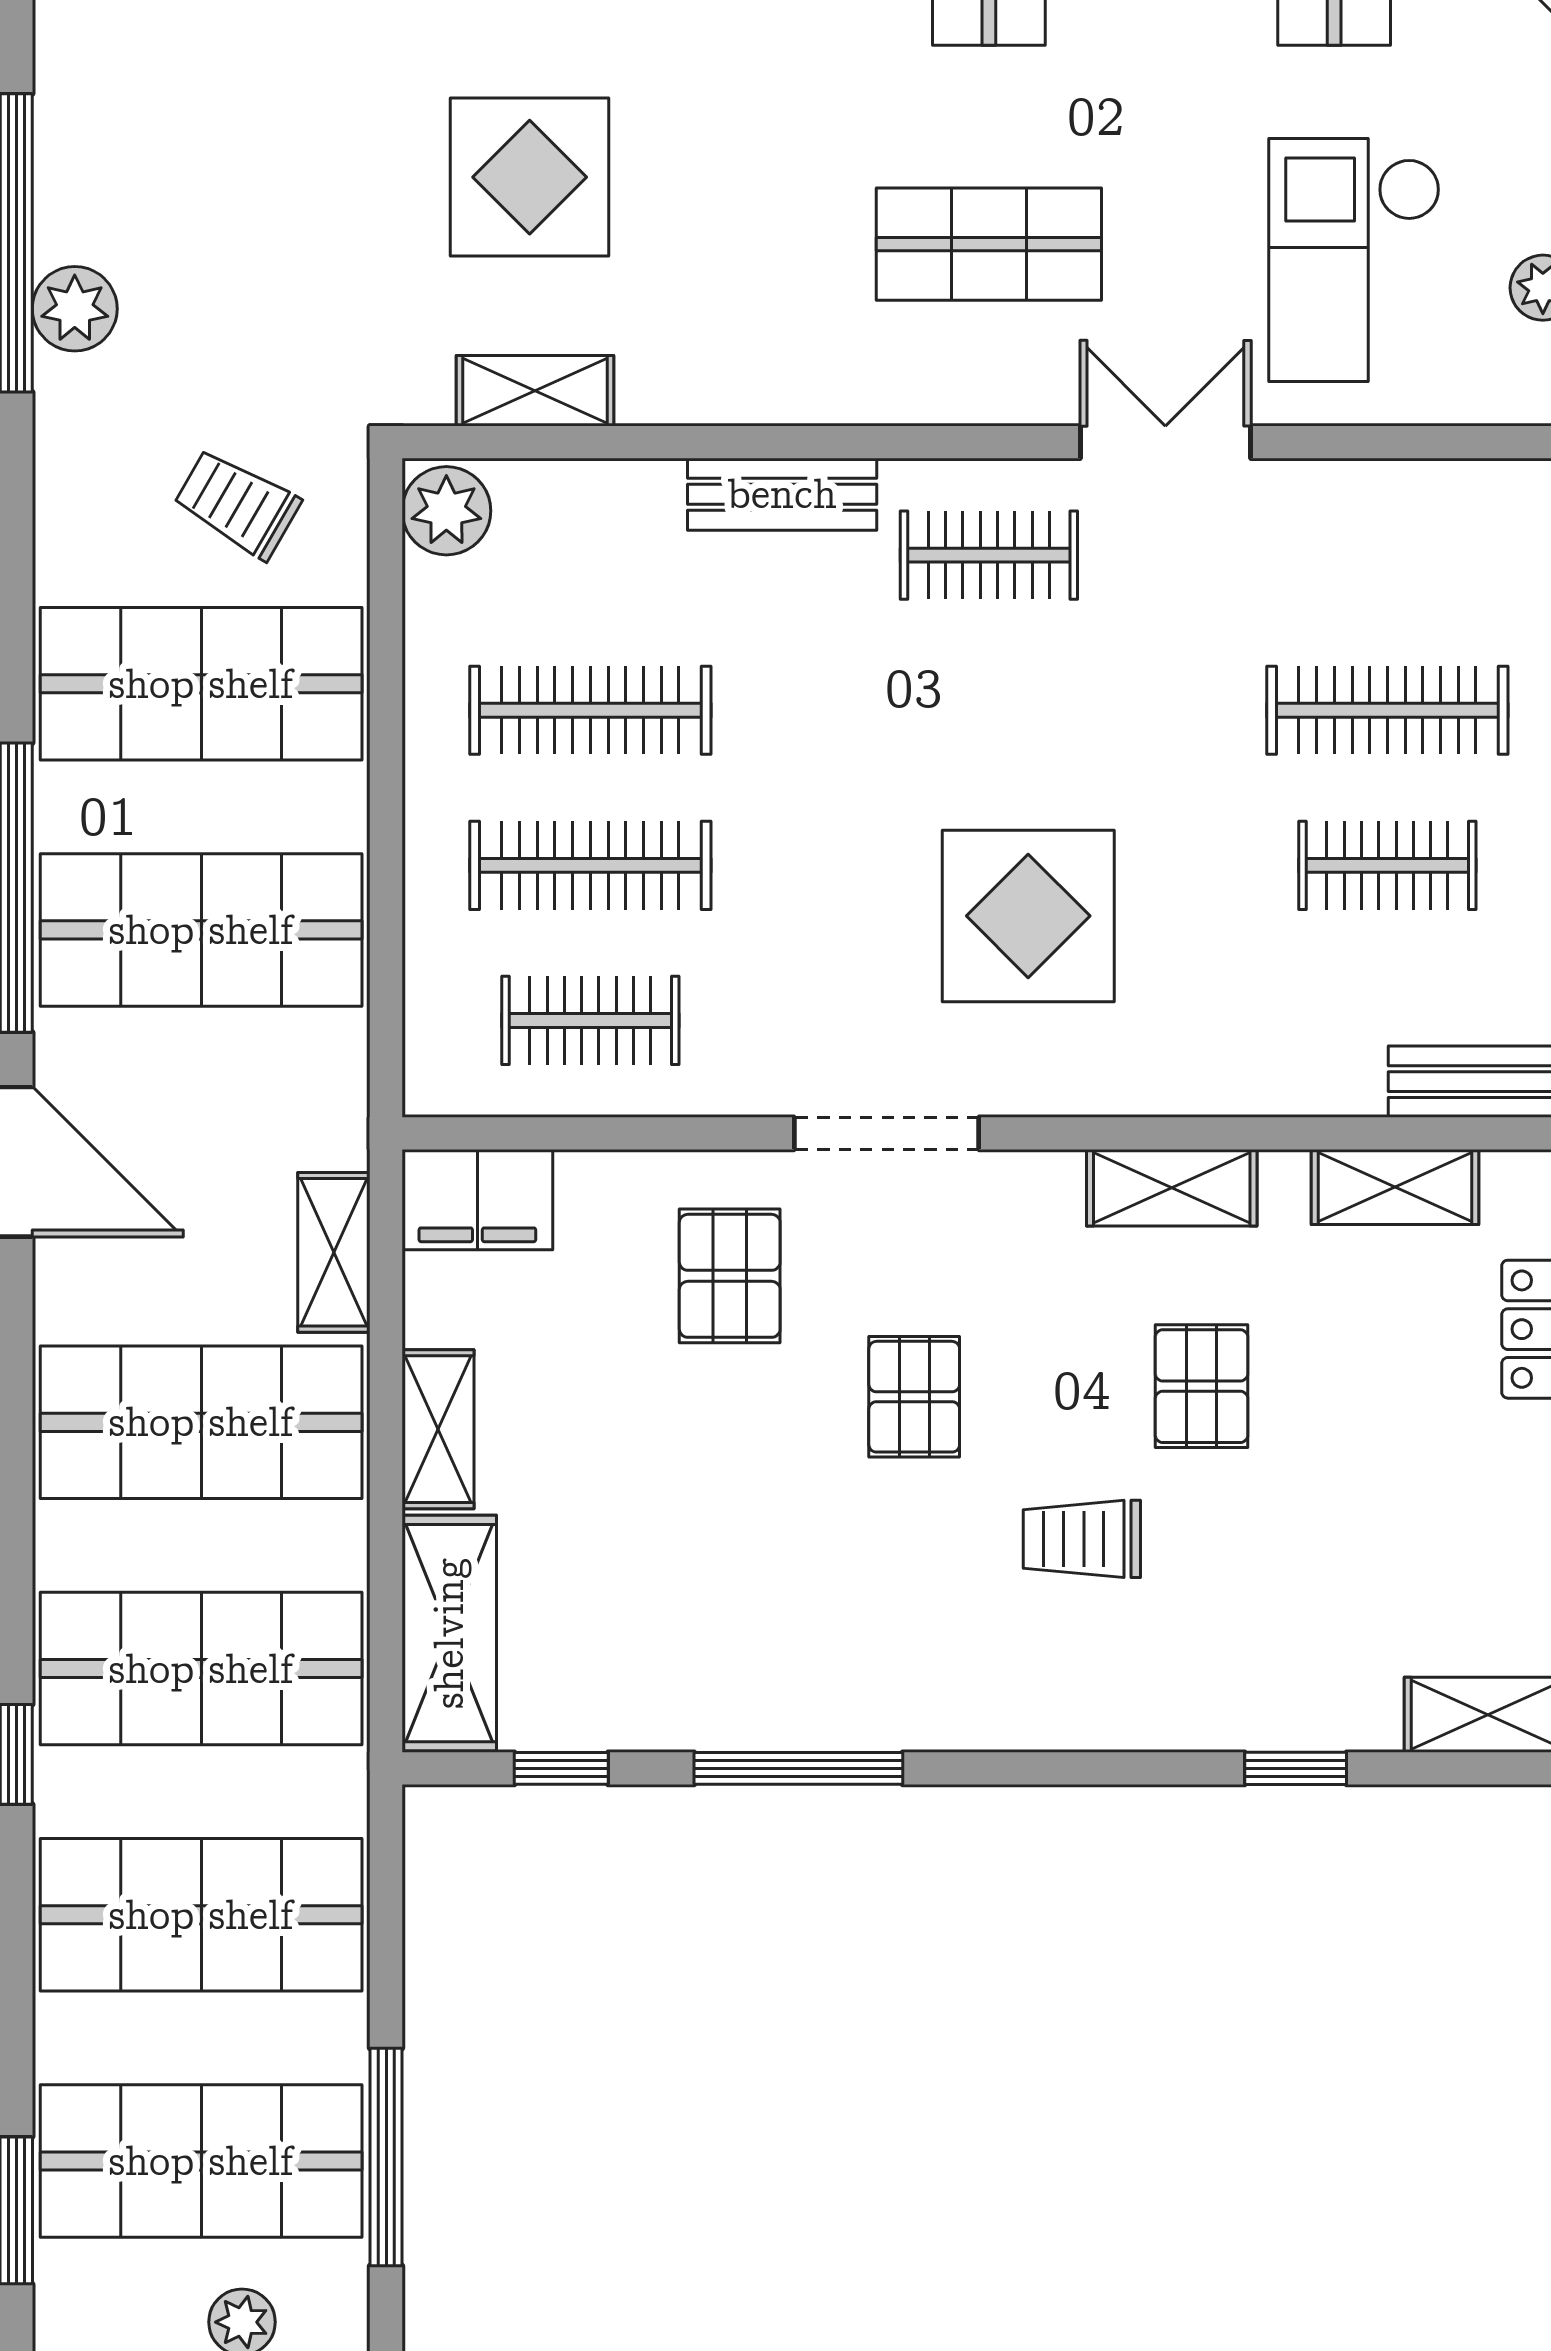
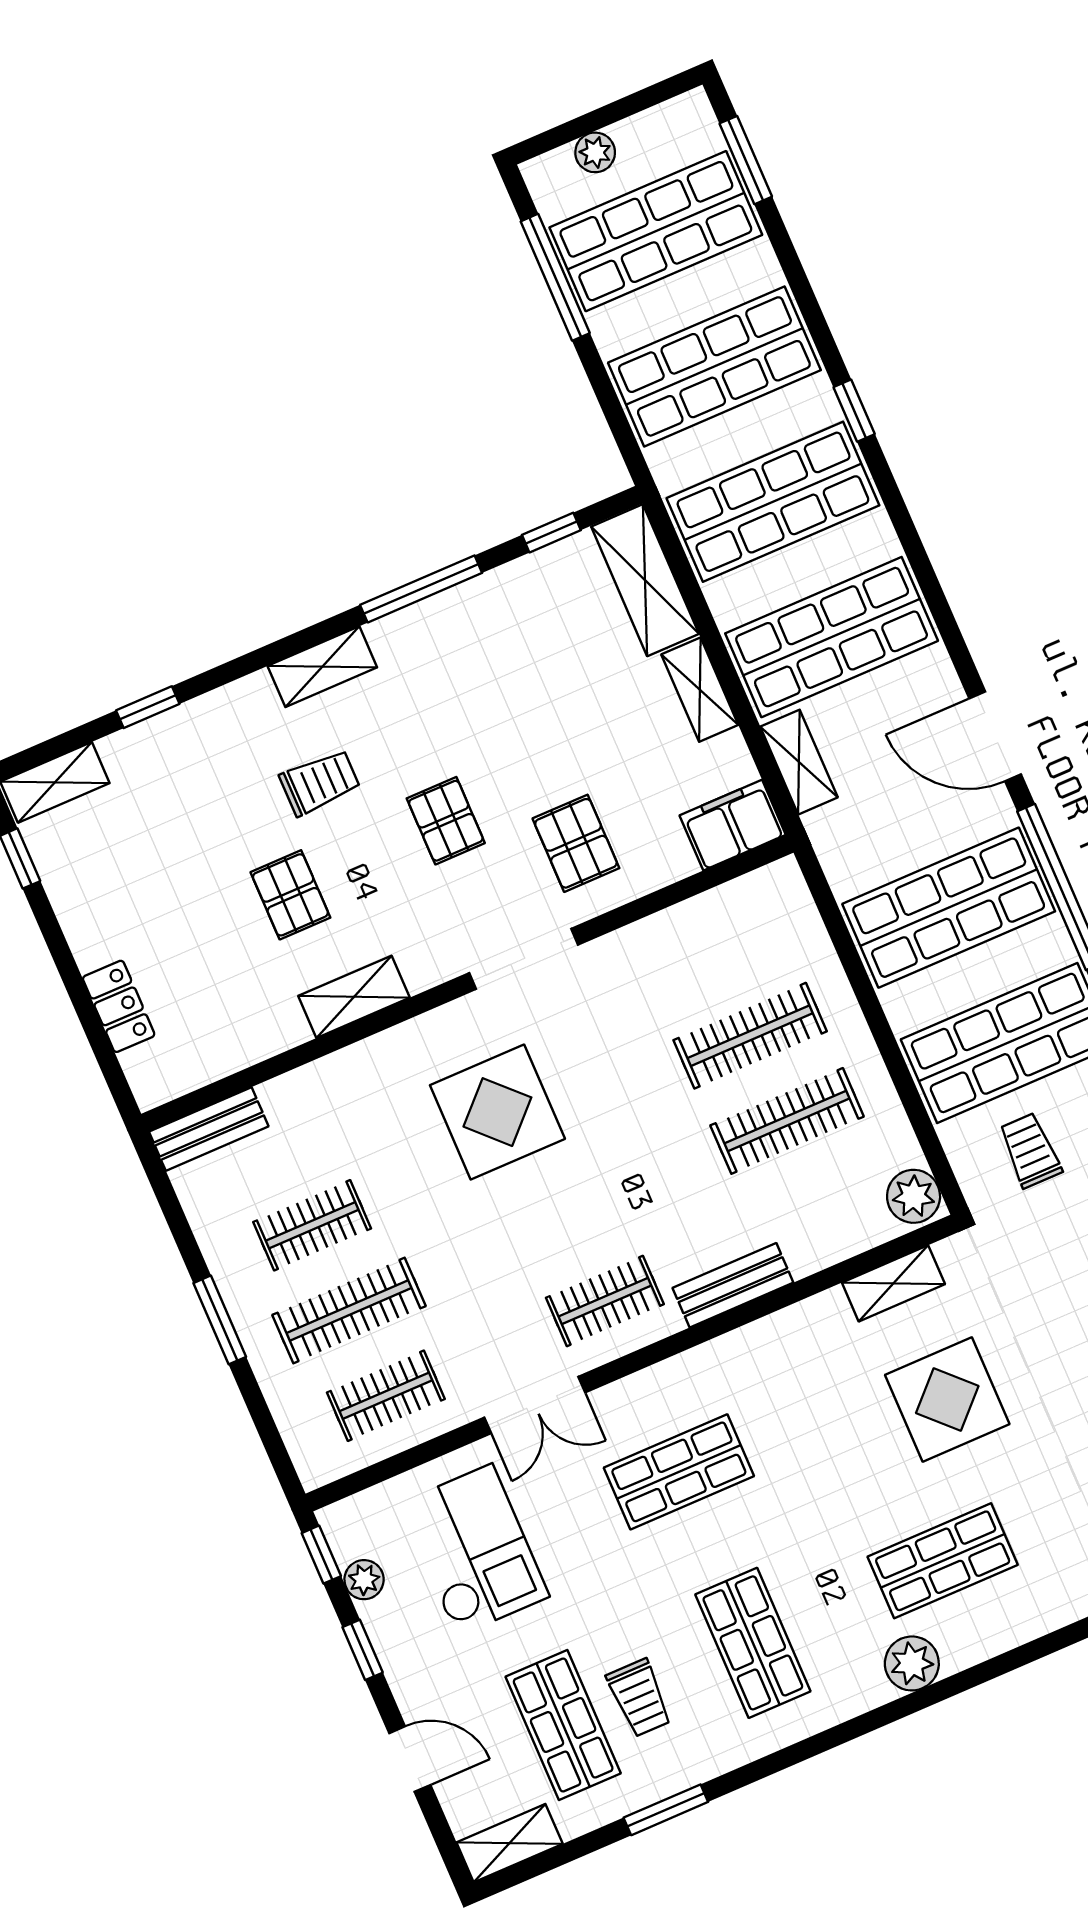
trolley: (237, 504) -> (1030, 1150), turned -120
clothes rail: (590, 1020) -> (386, 1396), moved
shelving: (1395, 1187) -> (322, 667), moved

